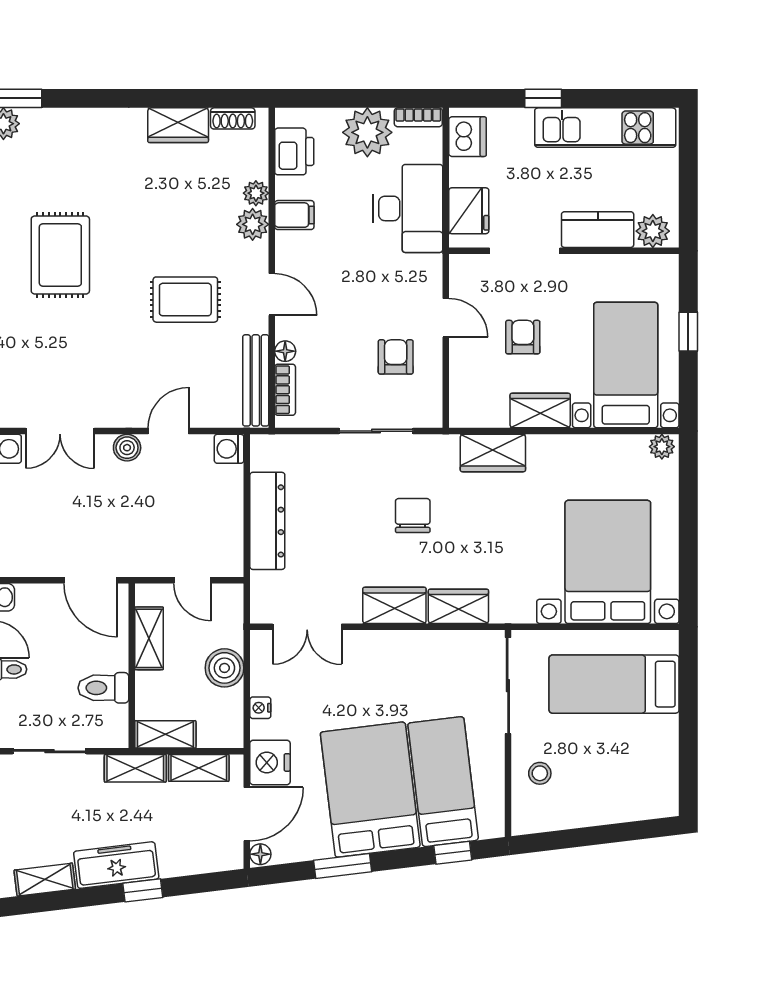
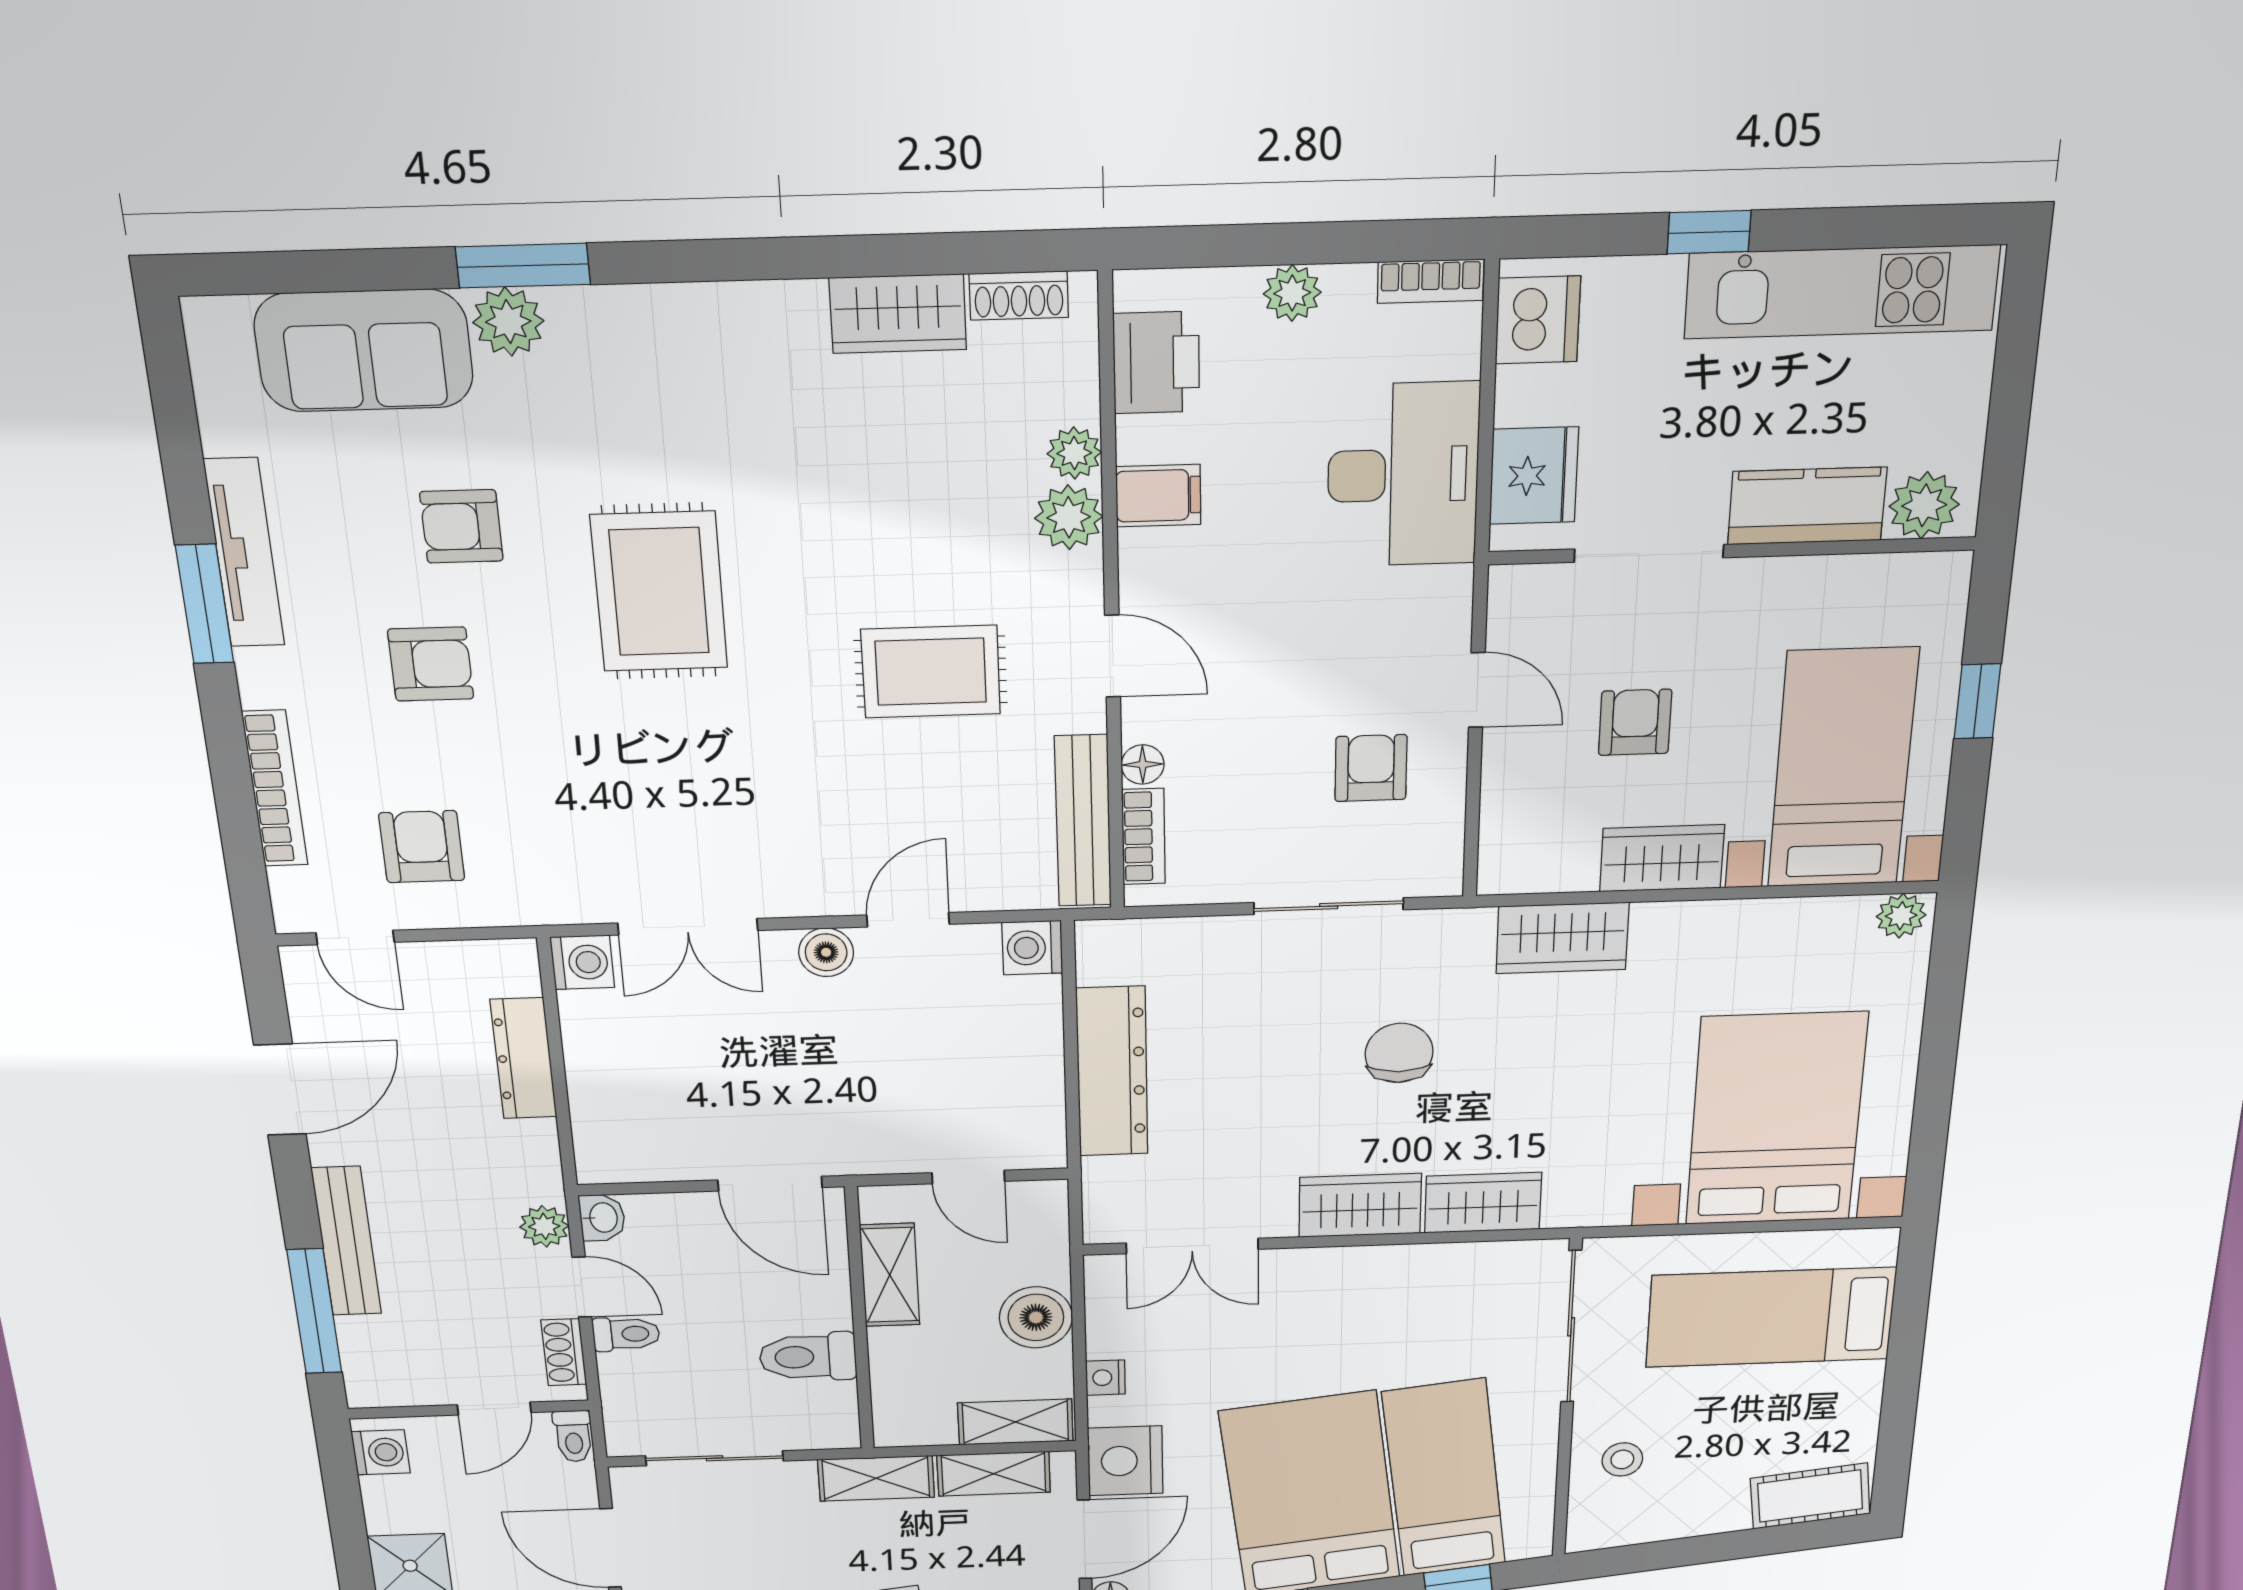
plant: (367, 132) -> (1292, 293), width x0.53, depth x0.53
shelving: (165, 734) -> (1015, 1422), moved
cot: (645, 802) -> (1810, 1496), added

